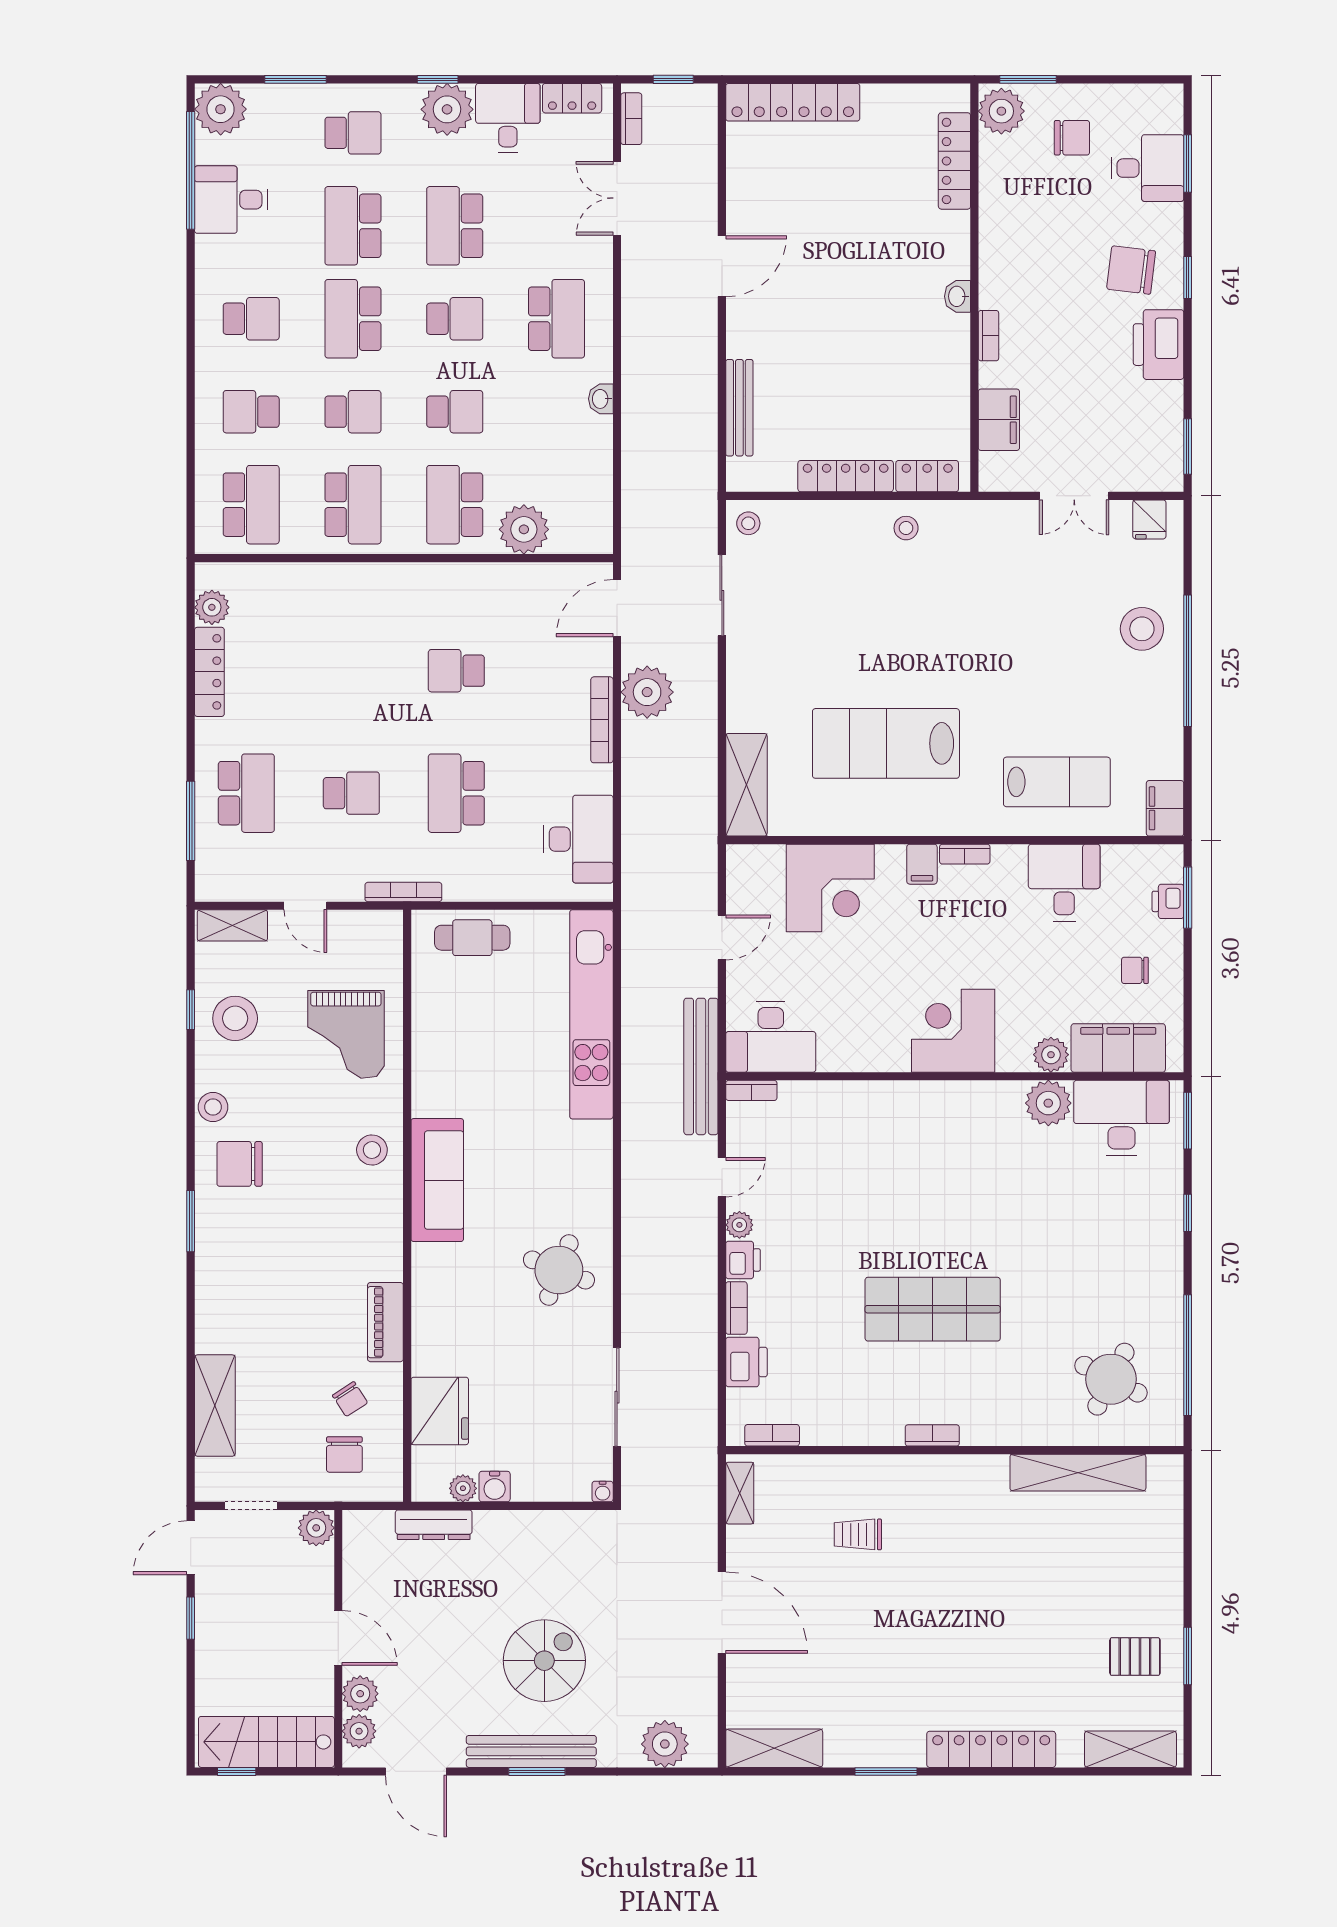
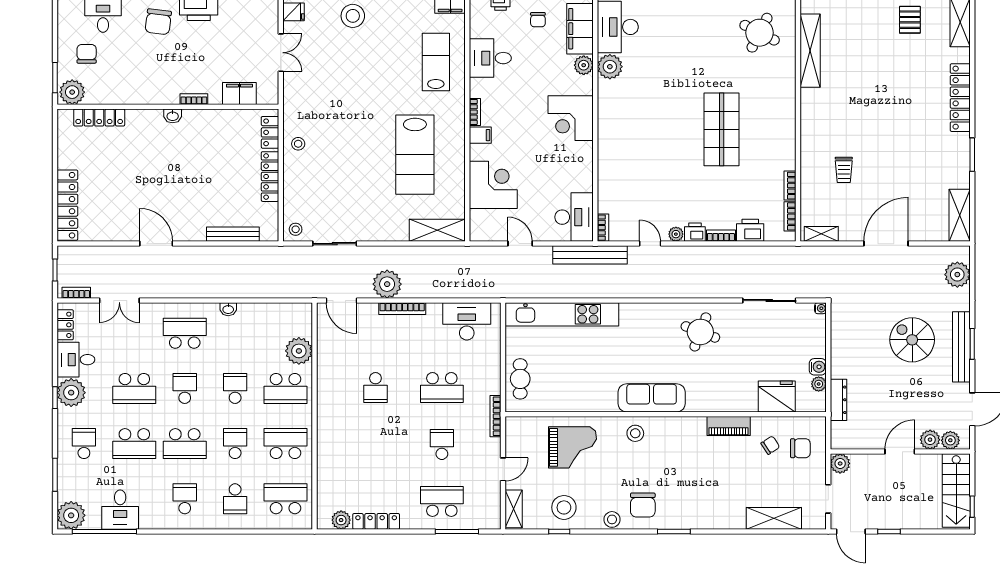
bookcase: (932, 1435) -> (790, 186), moved

